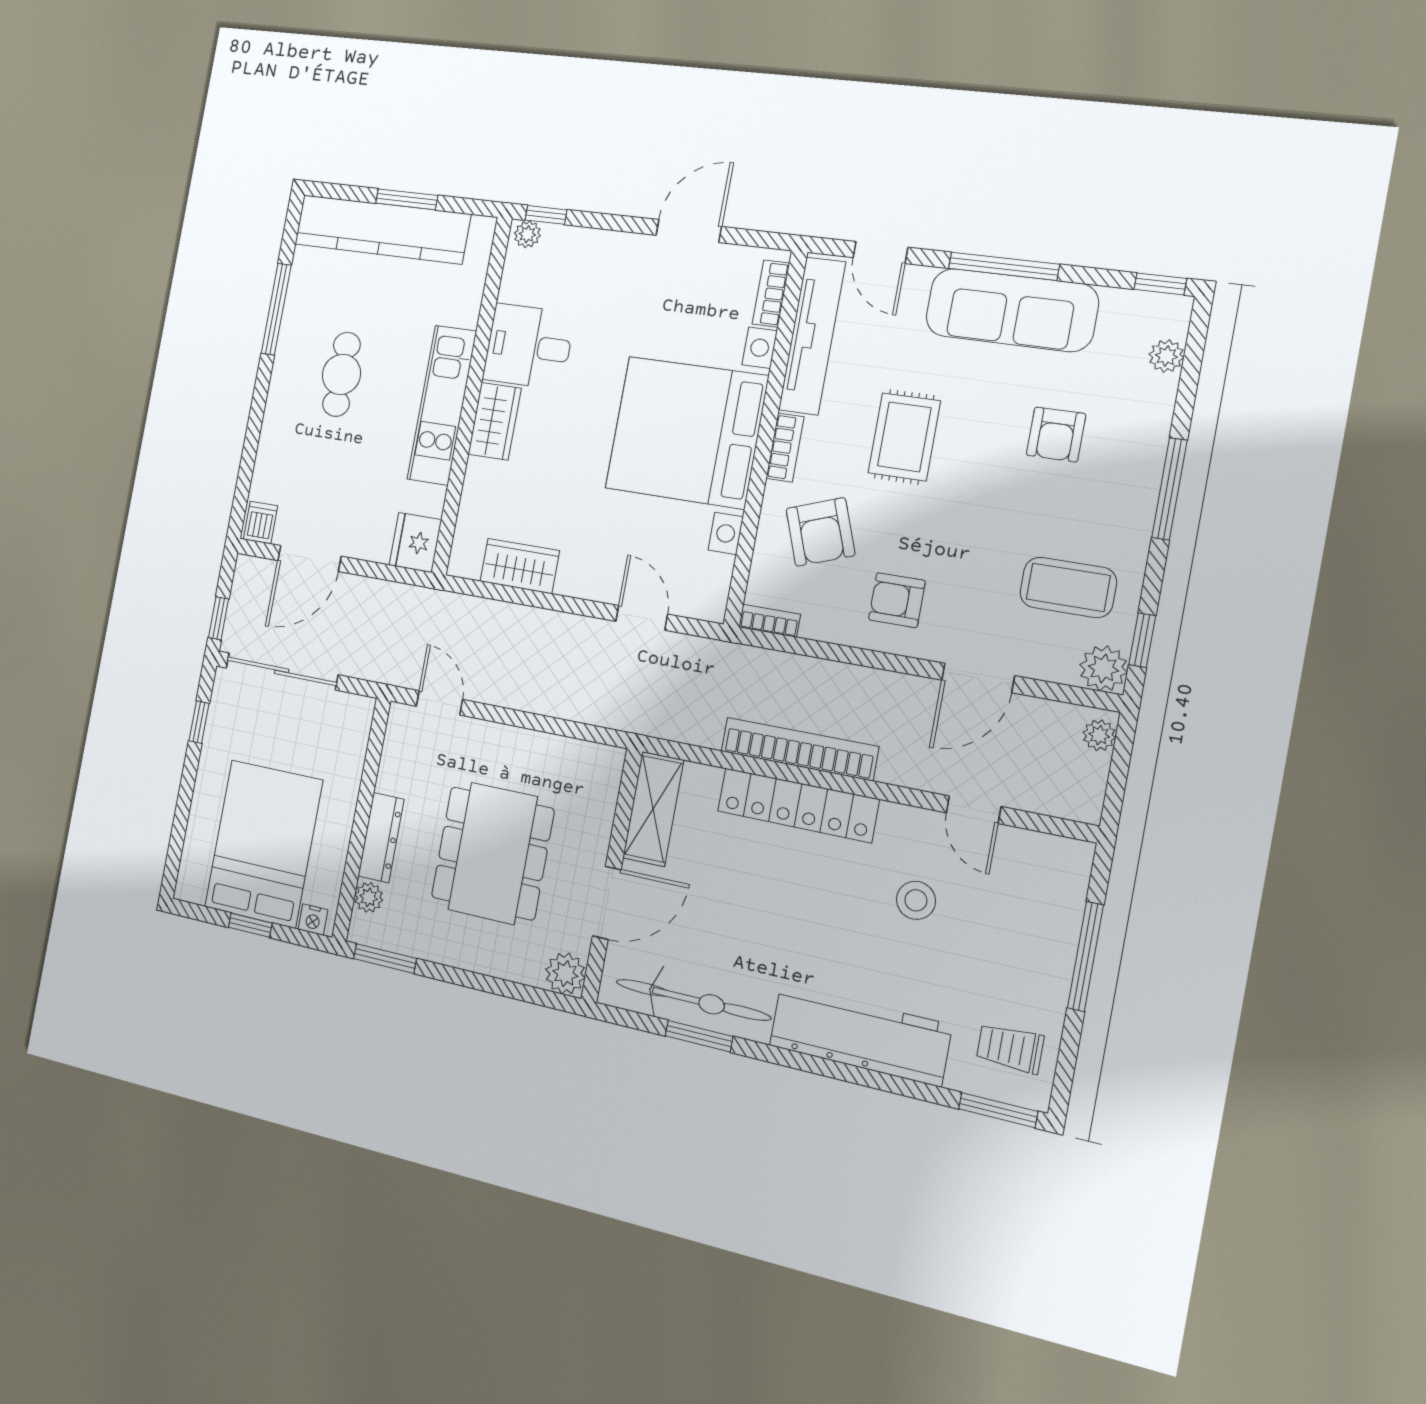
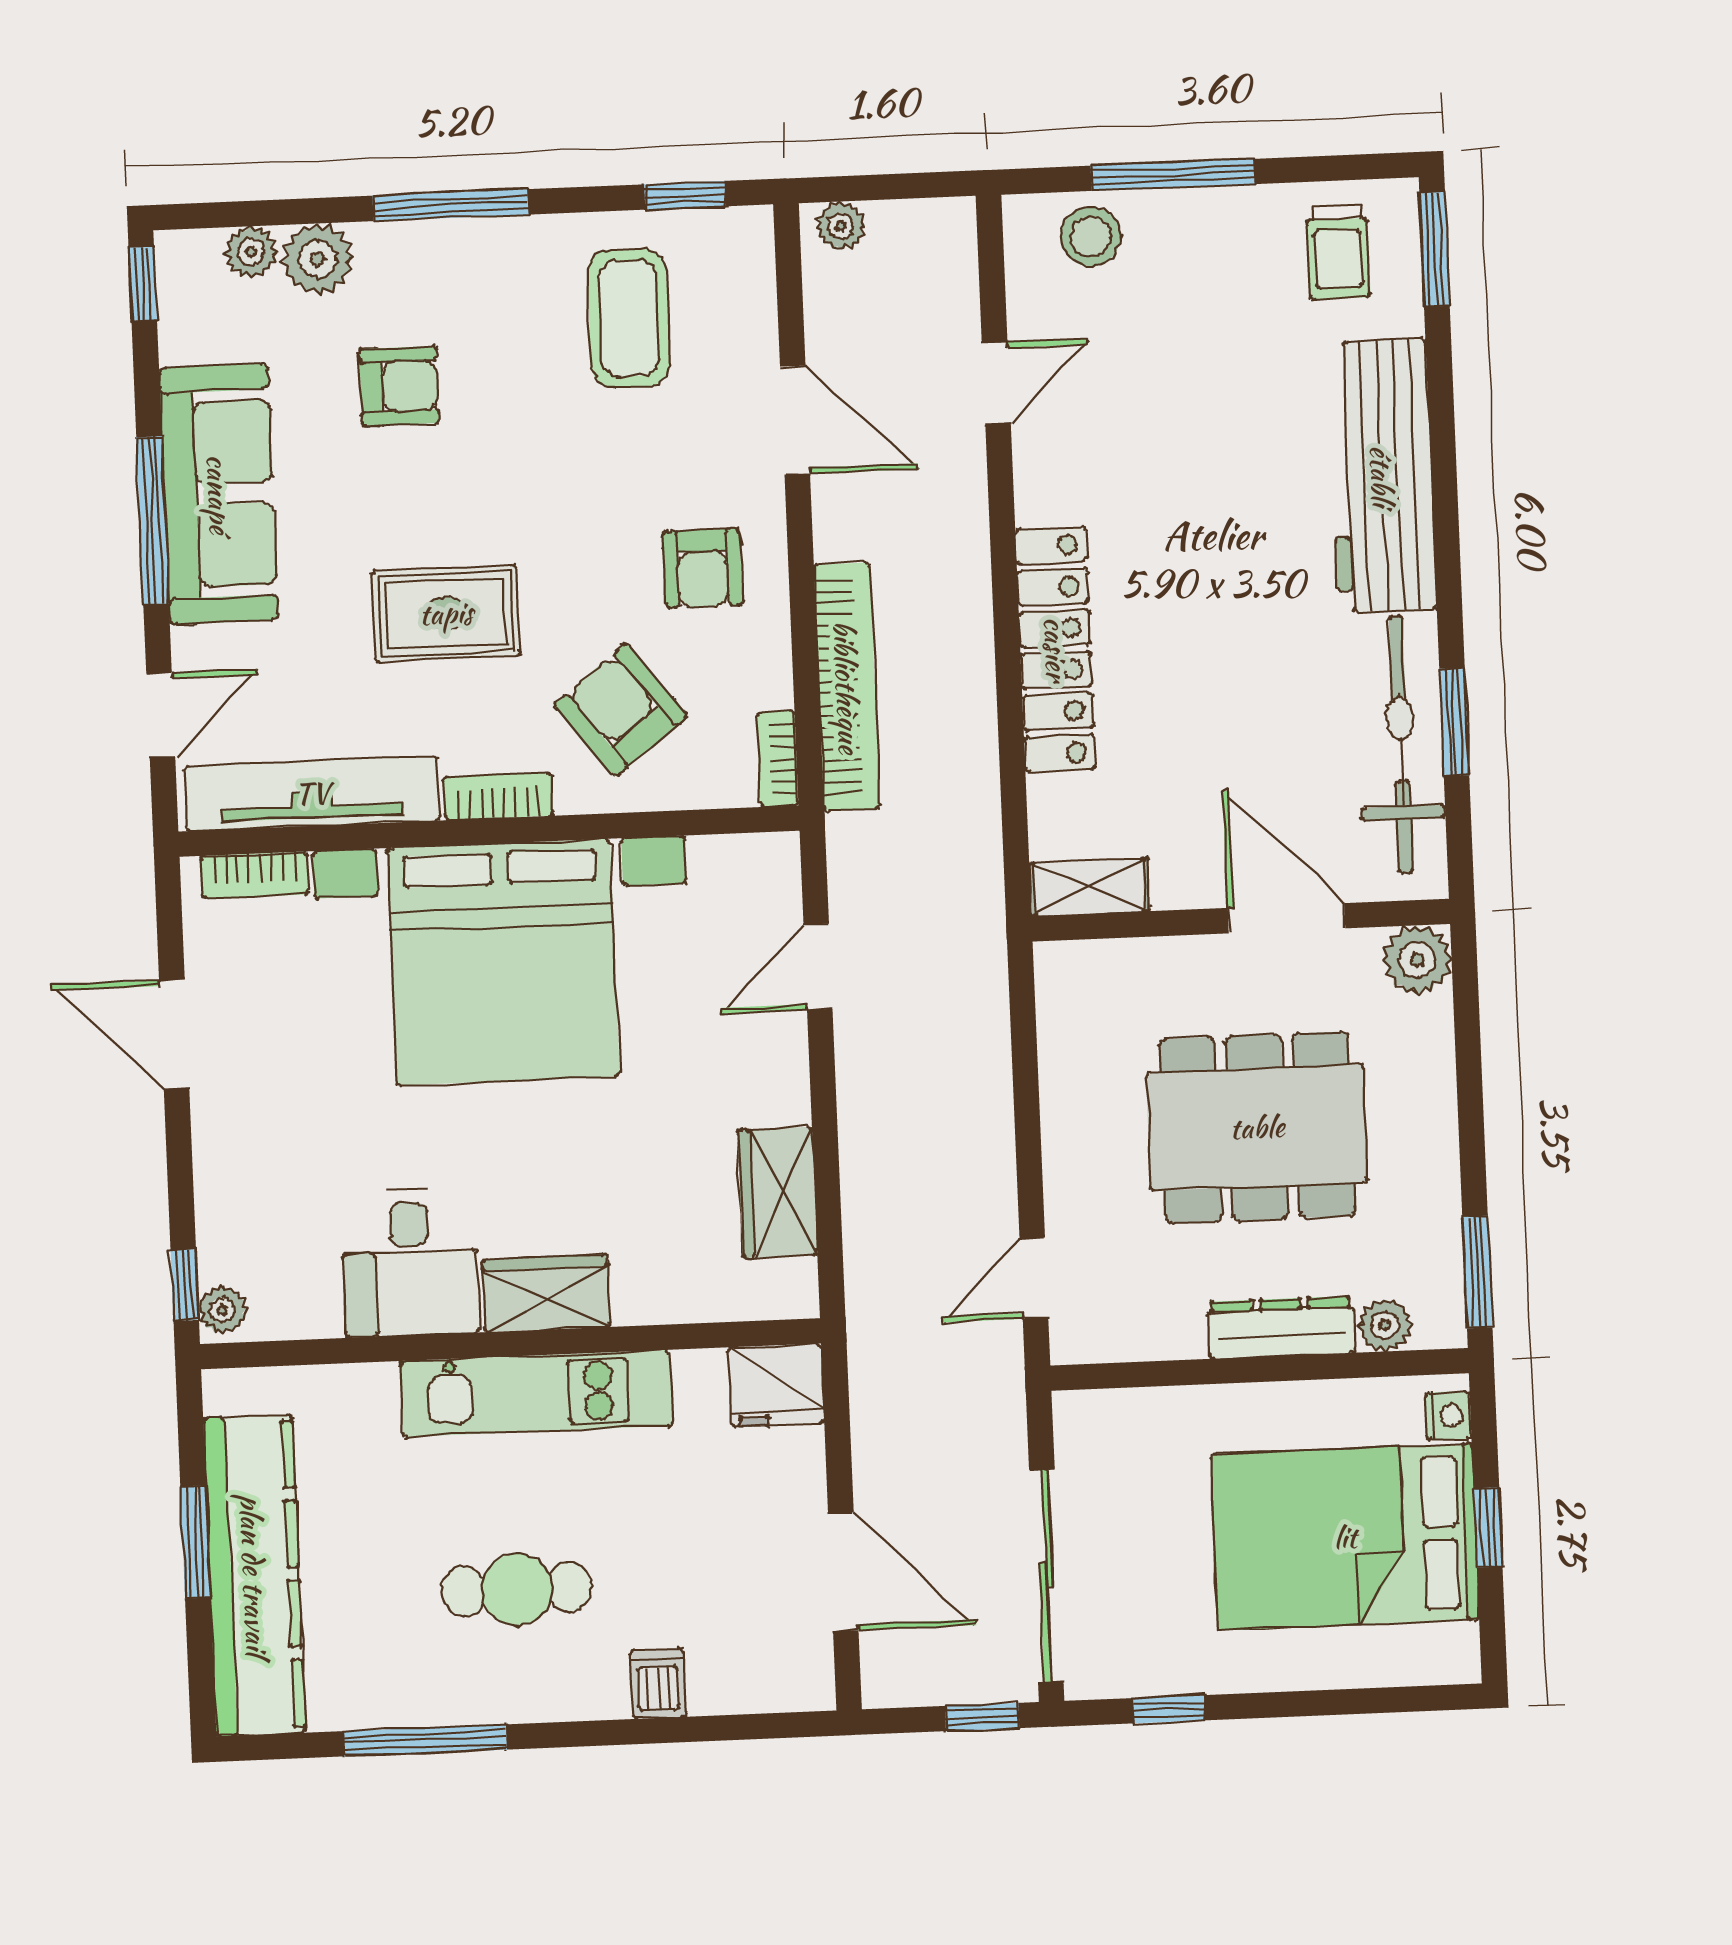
dishwasher: (260, 523) -> (658, 1683), moved, turned 90
armchair: (820, 532) -> (621, 710), turned -108
plant: (1103, 668) -> (318, 259), moved
bookcase: (799, 749) -> (847, 687), moved, turned 180
shelving: (653, 809) -> (1089, 887), width x0.67, depth x0.75
stool: (916, 900) -> (1090, 236), moved

